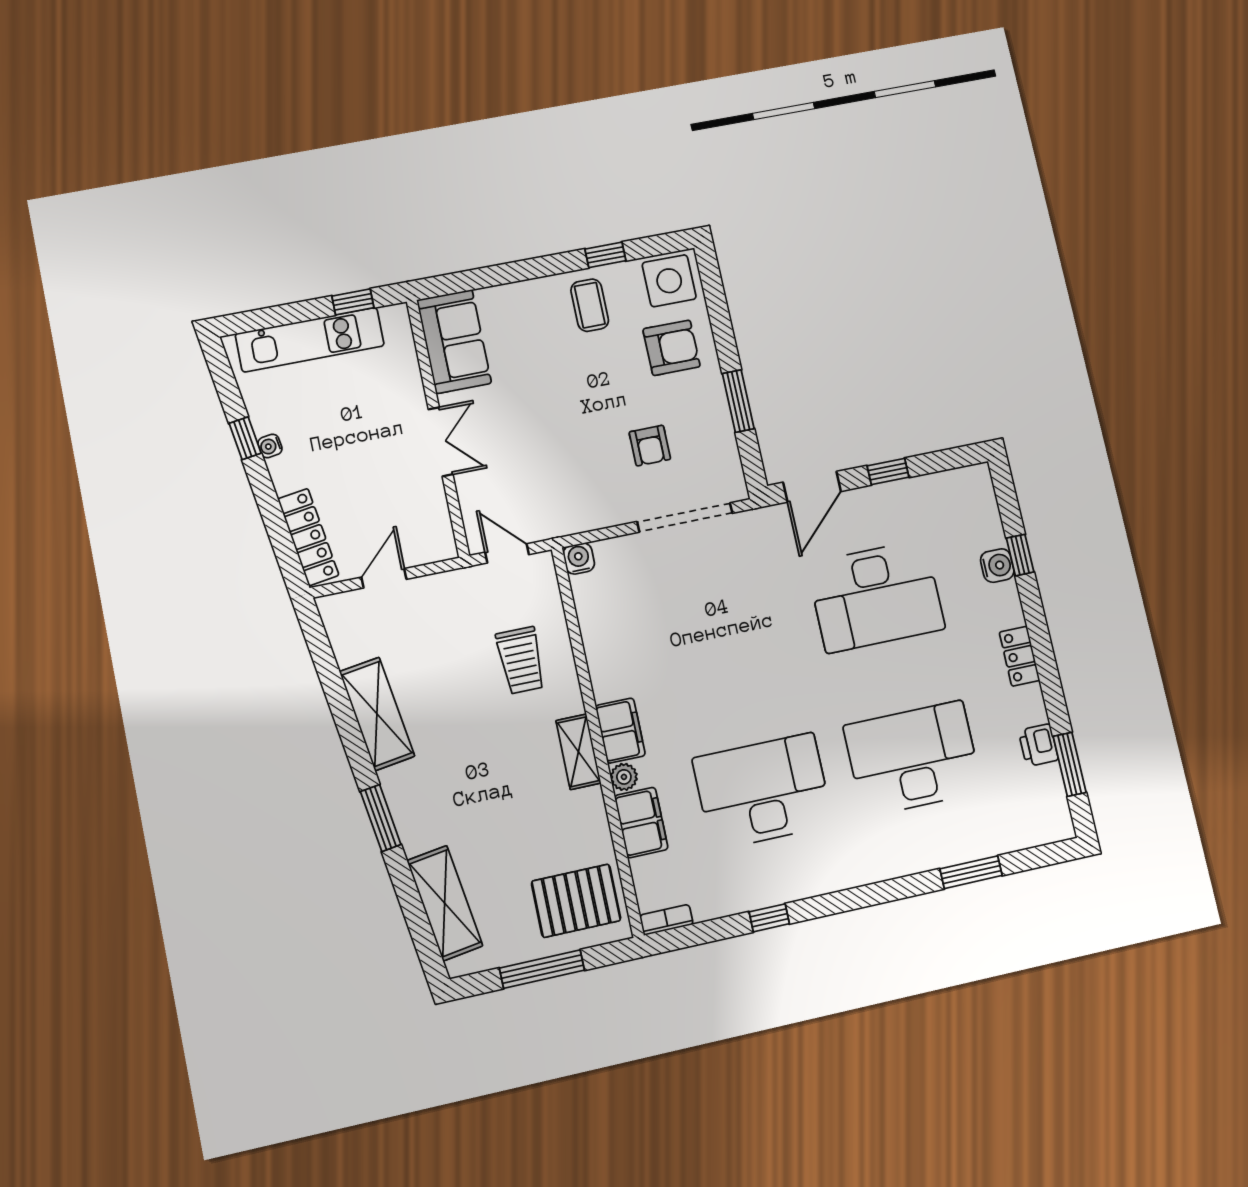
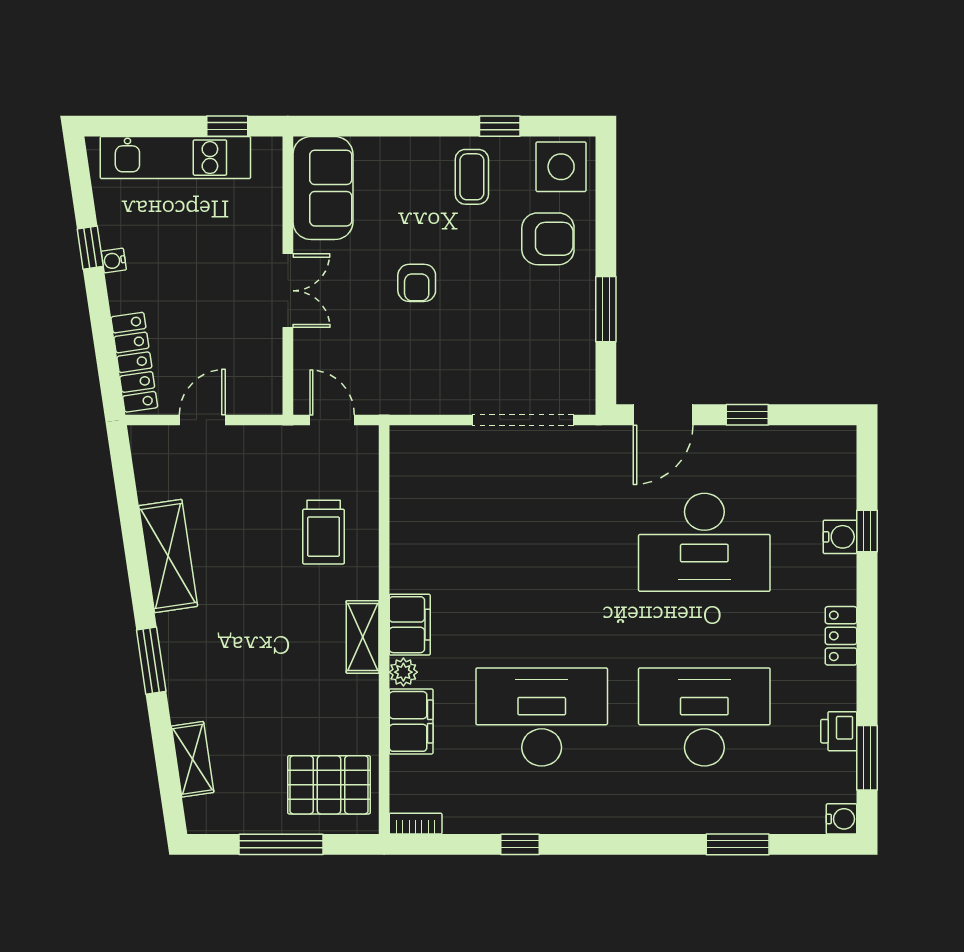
armchair: (650, 446) -> (417, 283), moved
water cooler: (579, 559) -> (842, 819), moved, turned 90
shelving: (445, 903) -> (193, 759), width x0.67, depth x0.75

